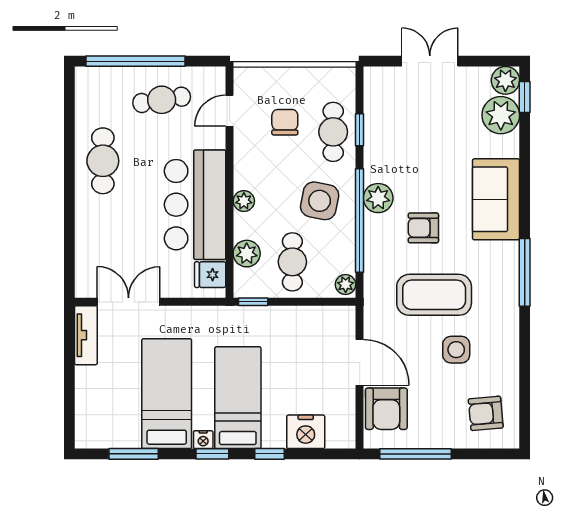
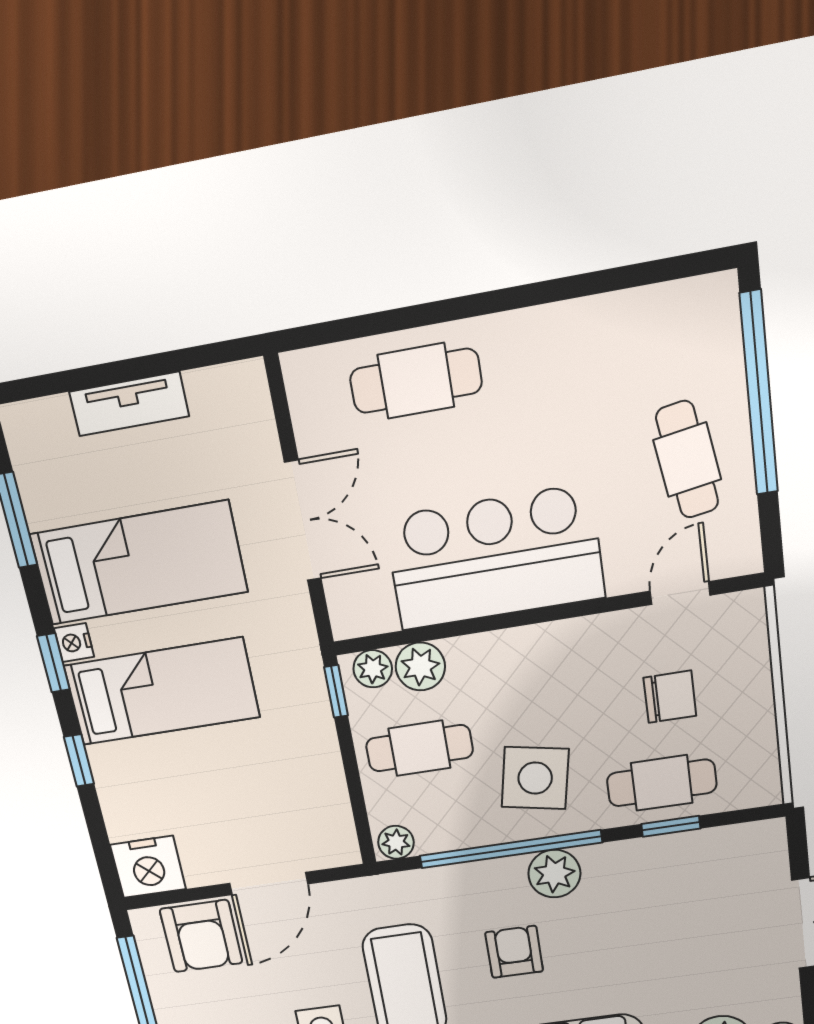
door: (229, 111) -> (680, 593), hinge flipped
cafe table: (103, 161) -> (416, 381), moved
plant: (244, 201) -> (373, 669), moved
fridge: (210, 275) -> (370, 607), removed
double door: (129, 302) -> (303, 521), moved
tv unit: (86, 335) -> (129, 404), moved
armchair: (386, 409) -> (201, 936), turned -90
nightstand: (306, 432) -> (148, 867), moved, turned -90

